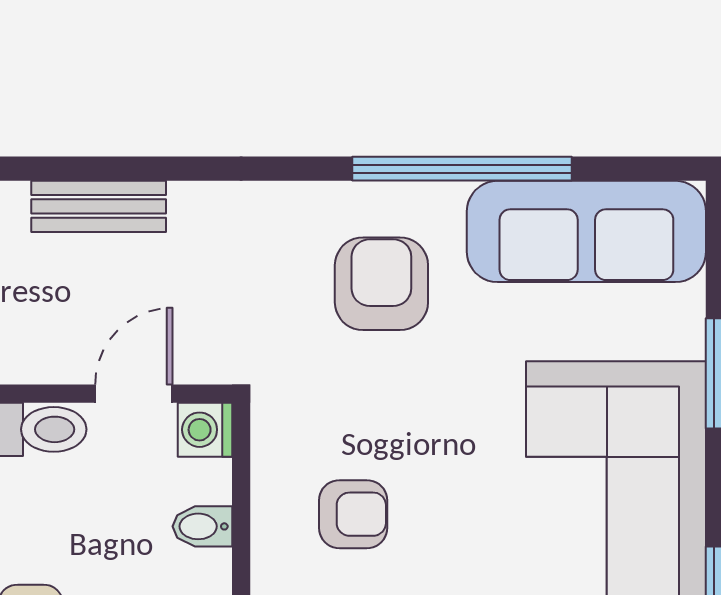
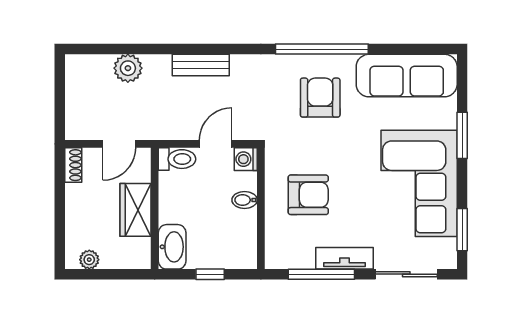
window: (462, 169) -> (322, 49), moved
armchair: (353, 514) -> (308, 195), width x1.38, depth x1.38

